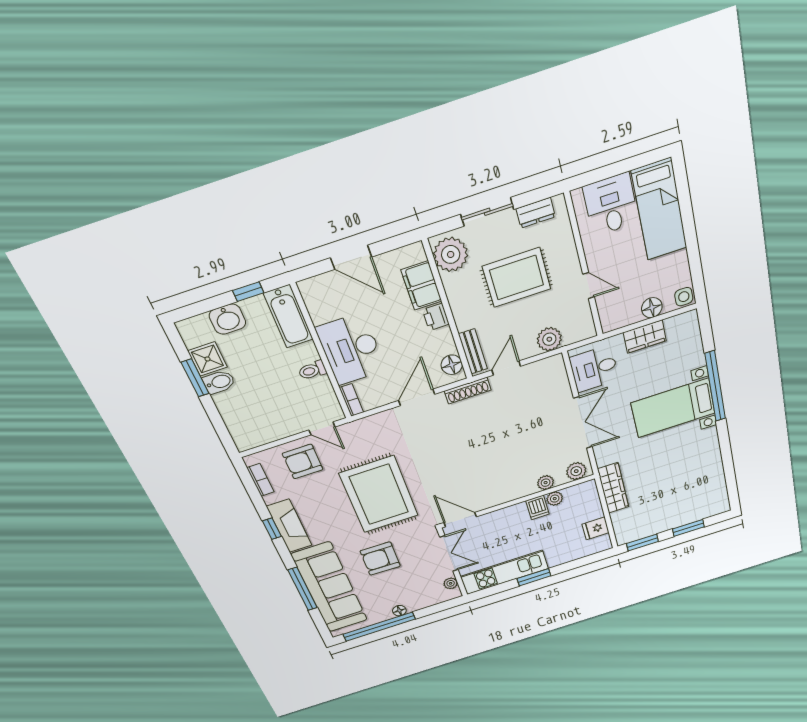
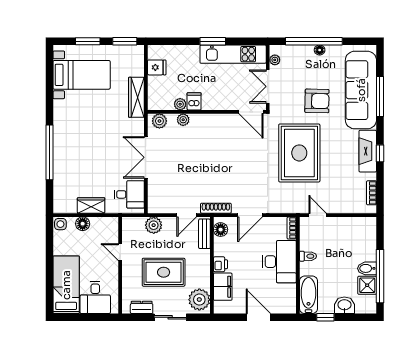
window: (195, 378) -> (380, 276), width x2.11
bed with nightstands: (673, 408) -> (82, 75), moved
armchair: (303, 461) -> (339, 196), removed
window: (379, 627) -> (314, 41), moved

